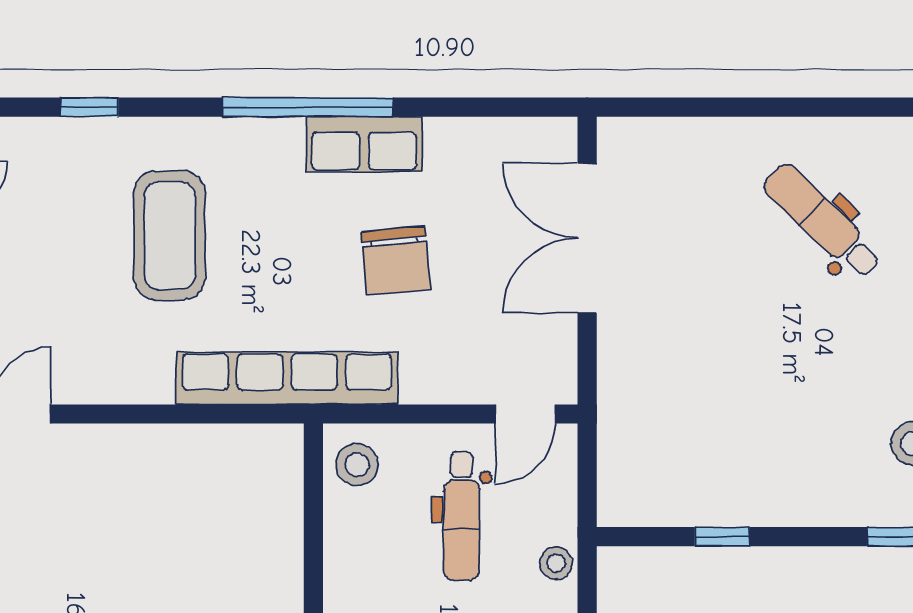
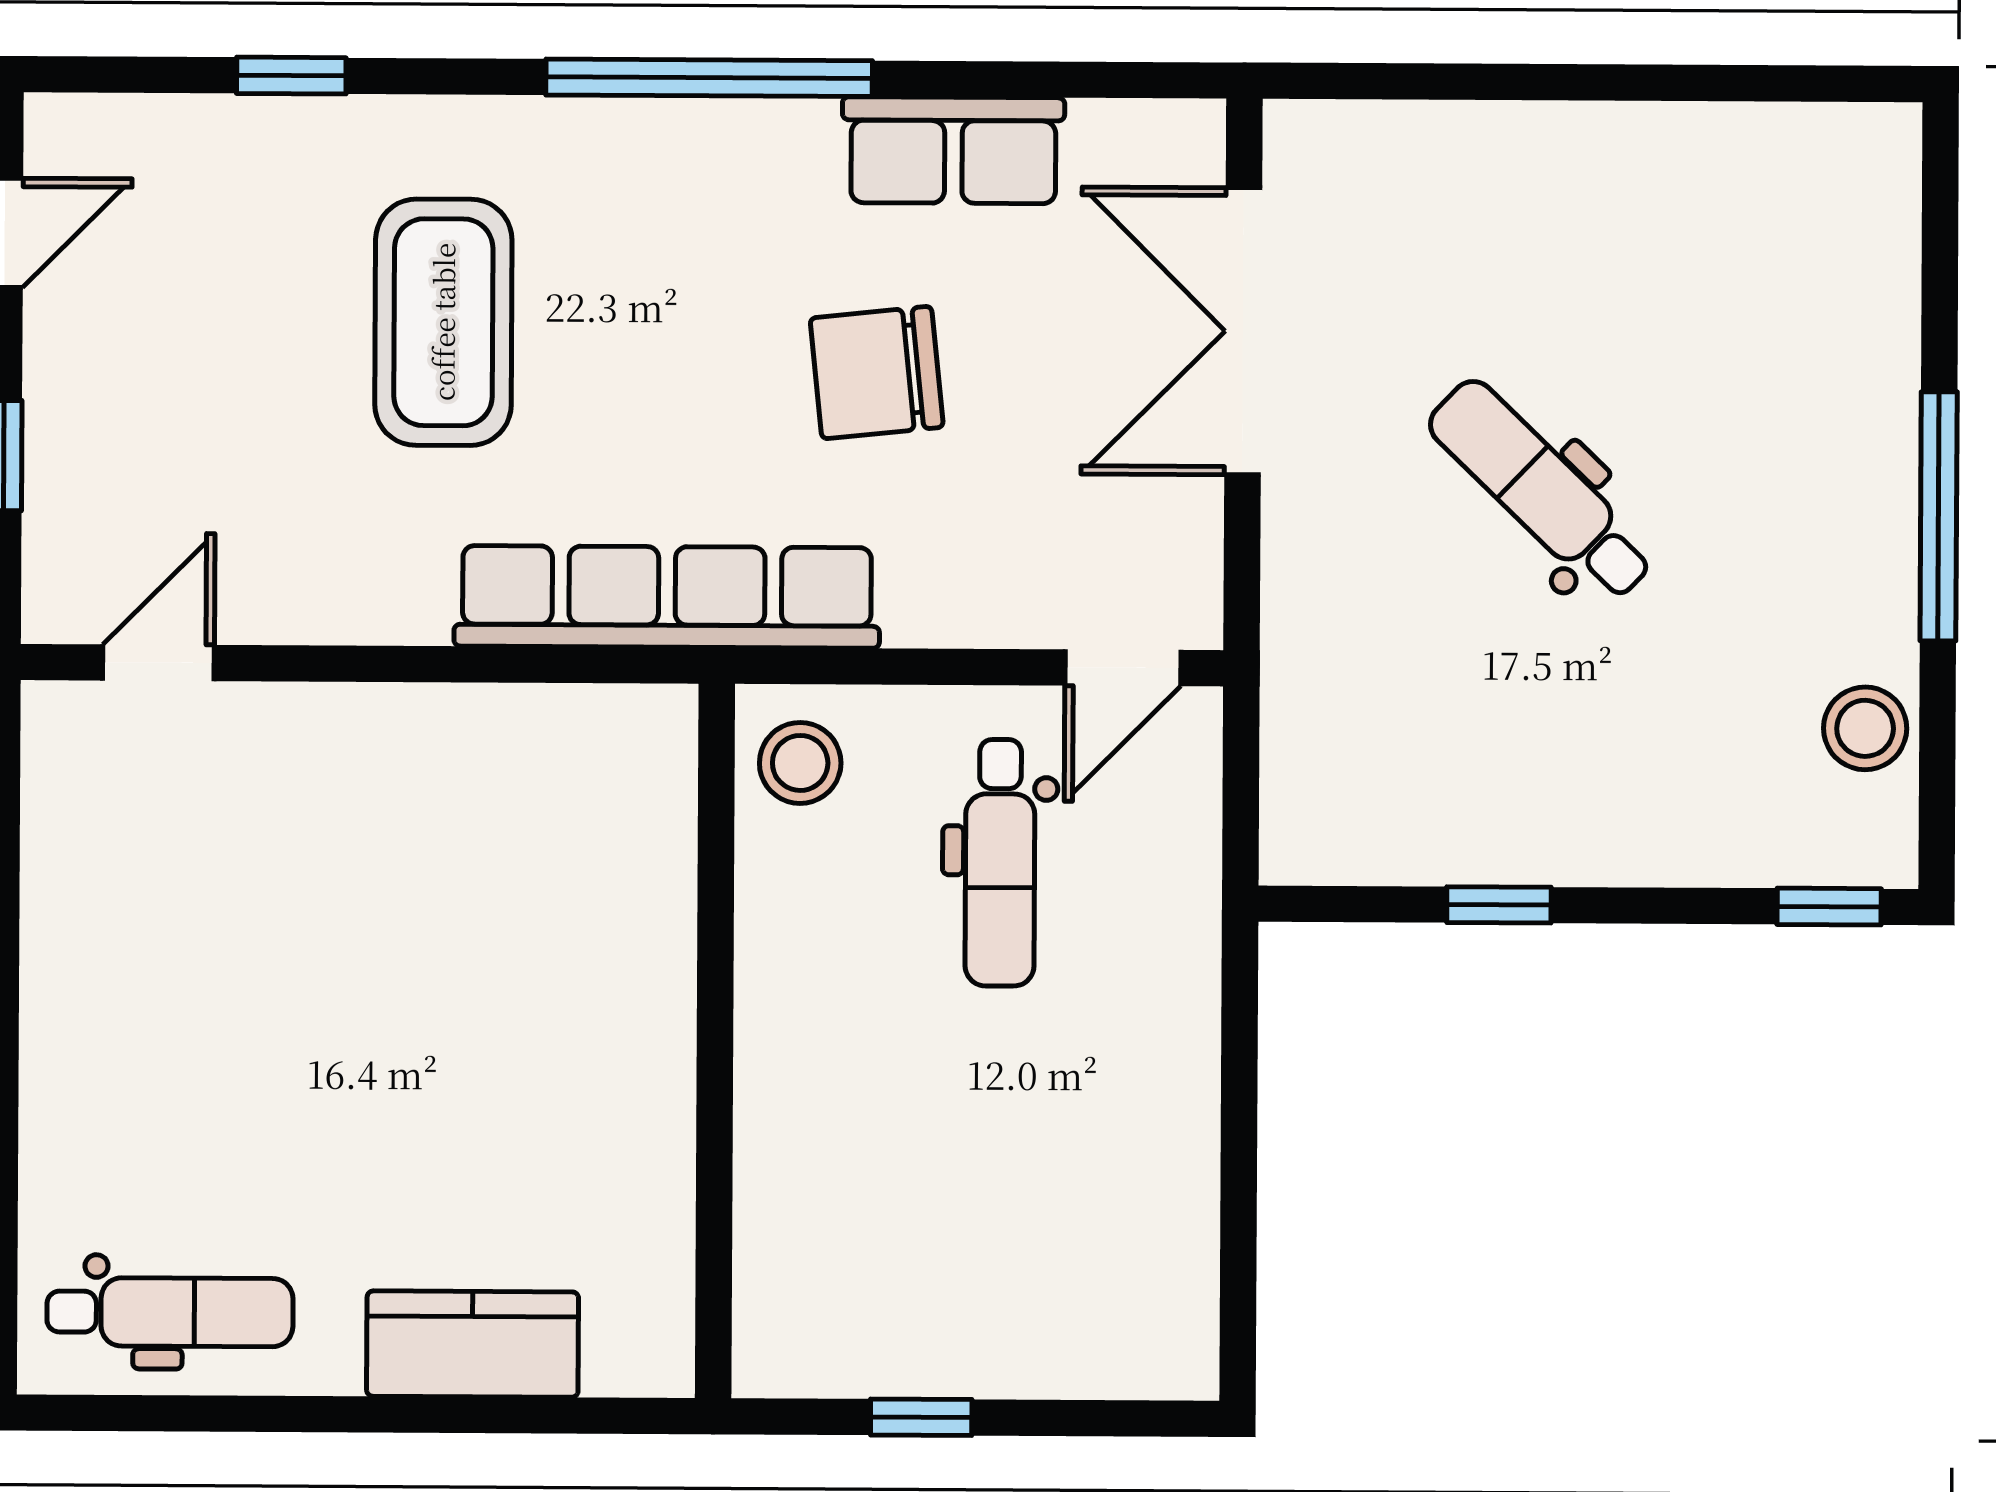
row of seats: (364, 144) -> (953, 150), moved
dental chair: (822, 221) -> (1541, 491), moved
chair: (396, 261) -> (877, 373), turned 89
stool: (556, 563) -> (1180, 954), removed

